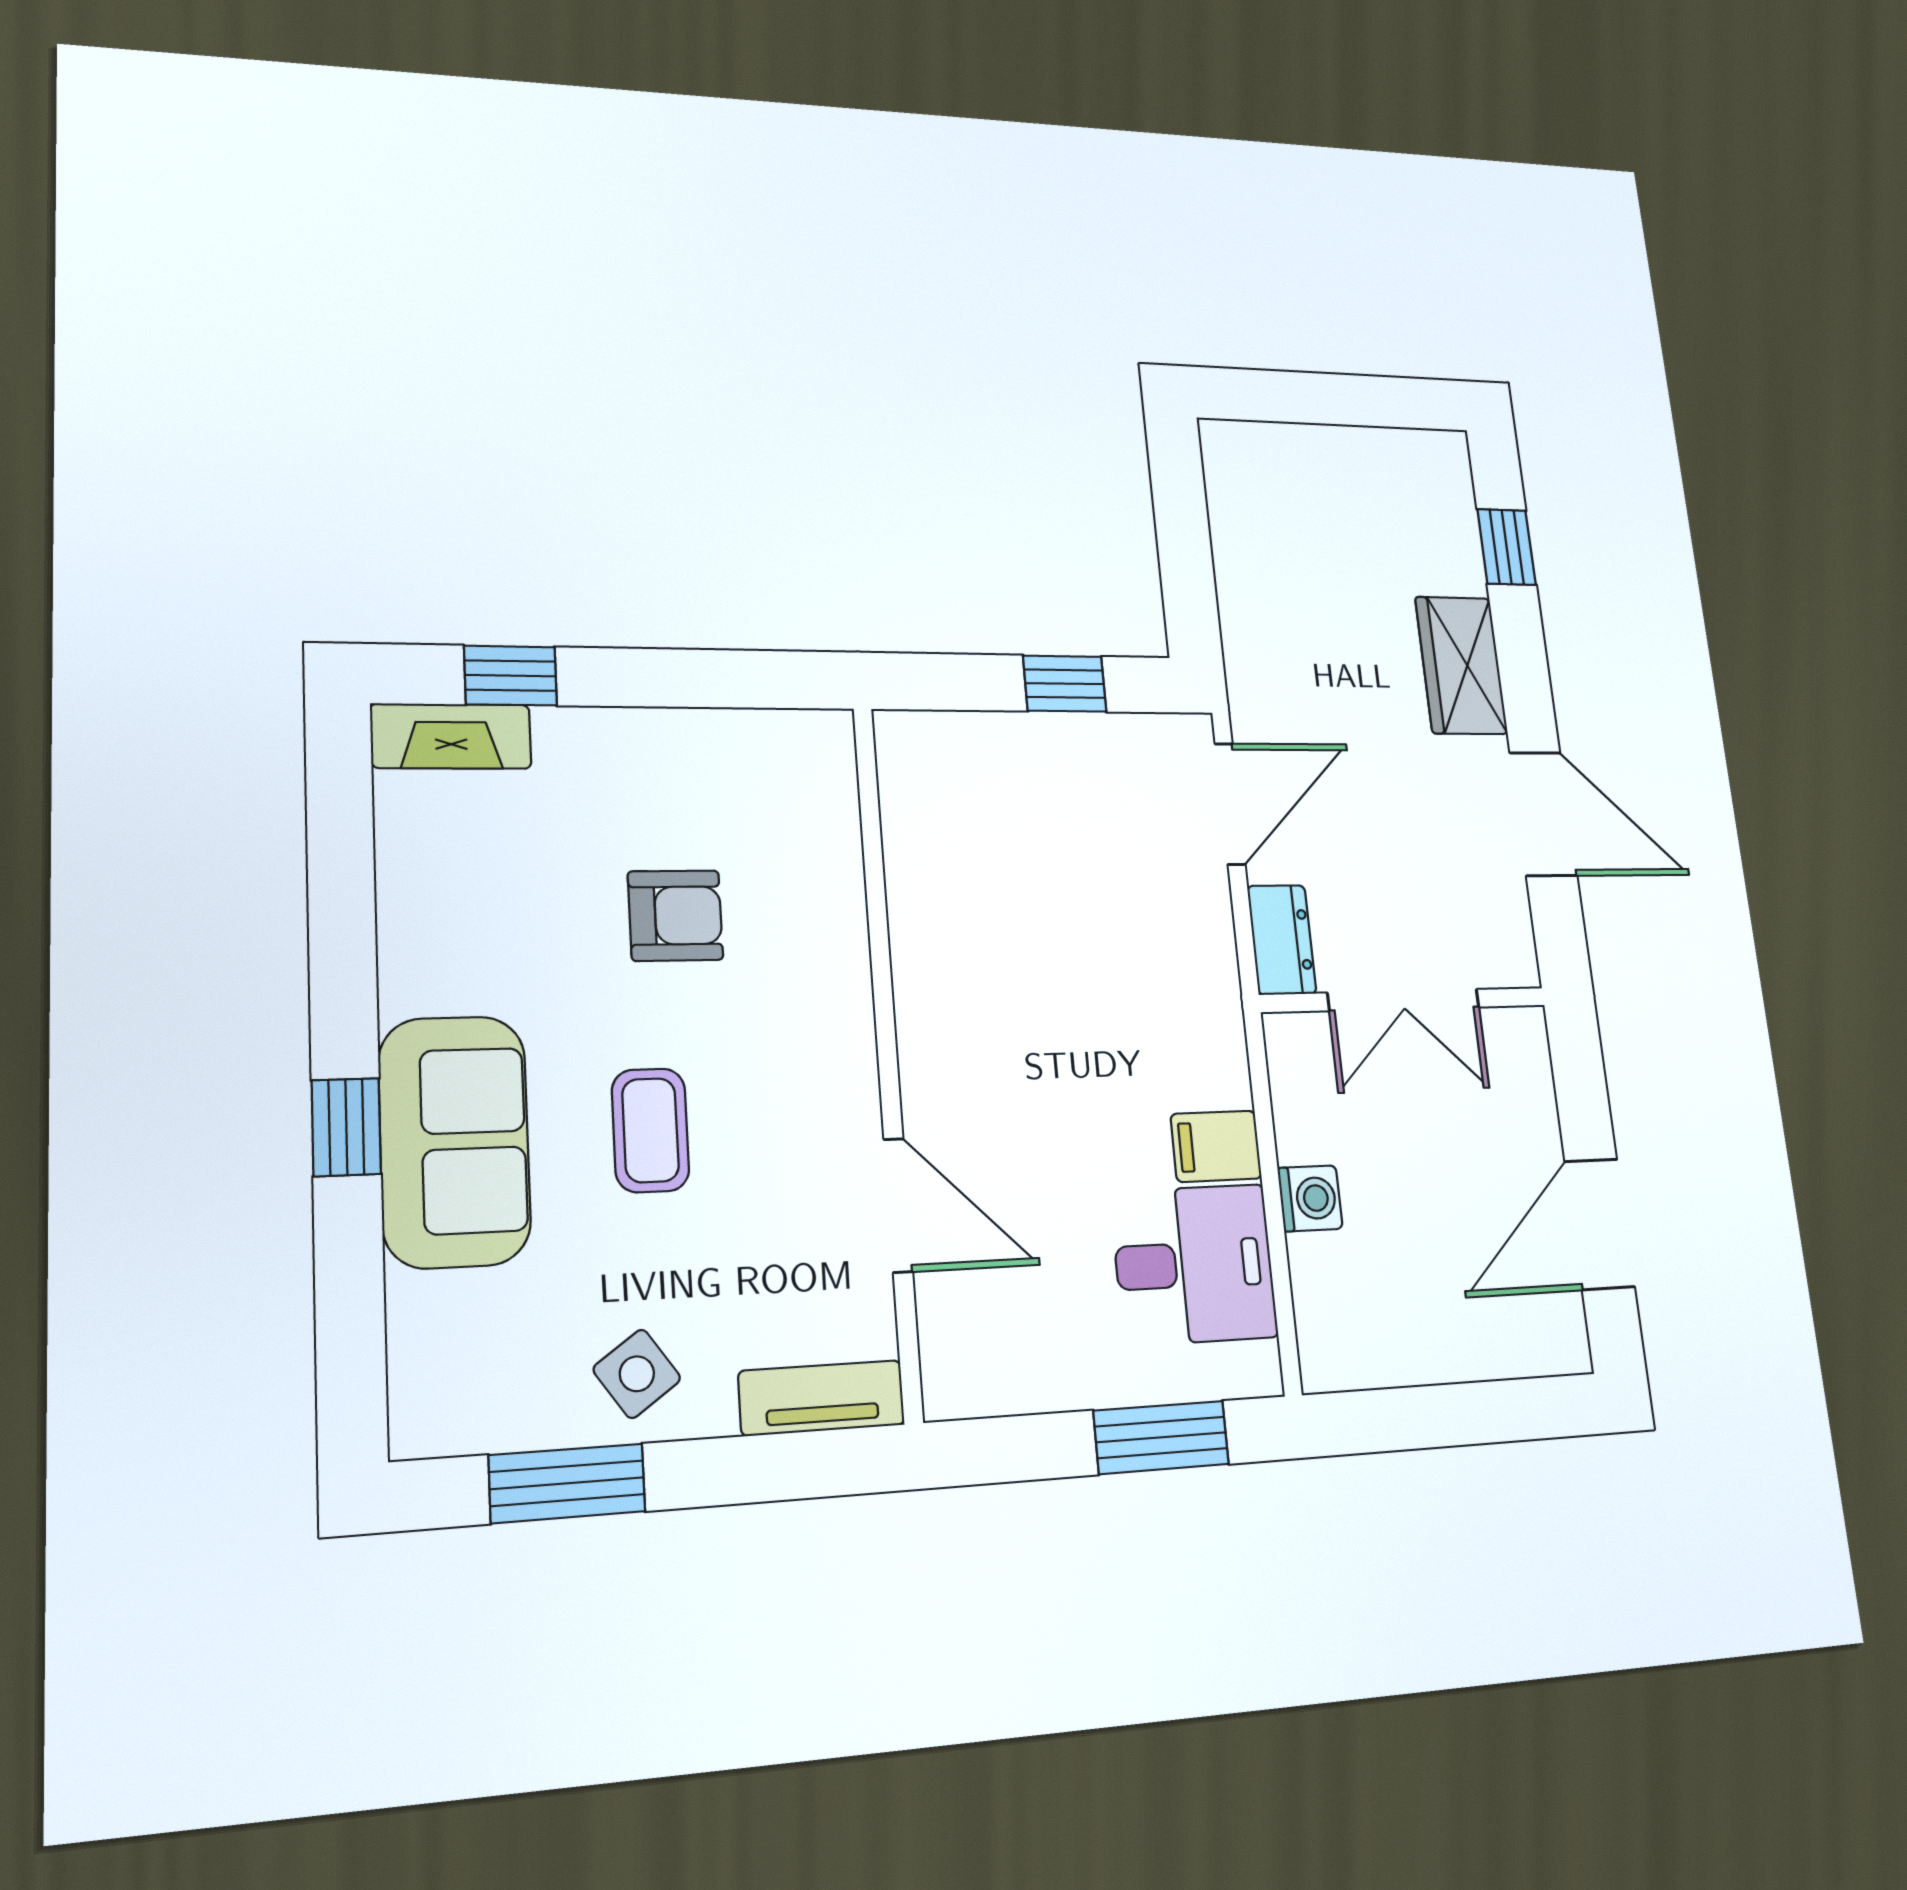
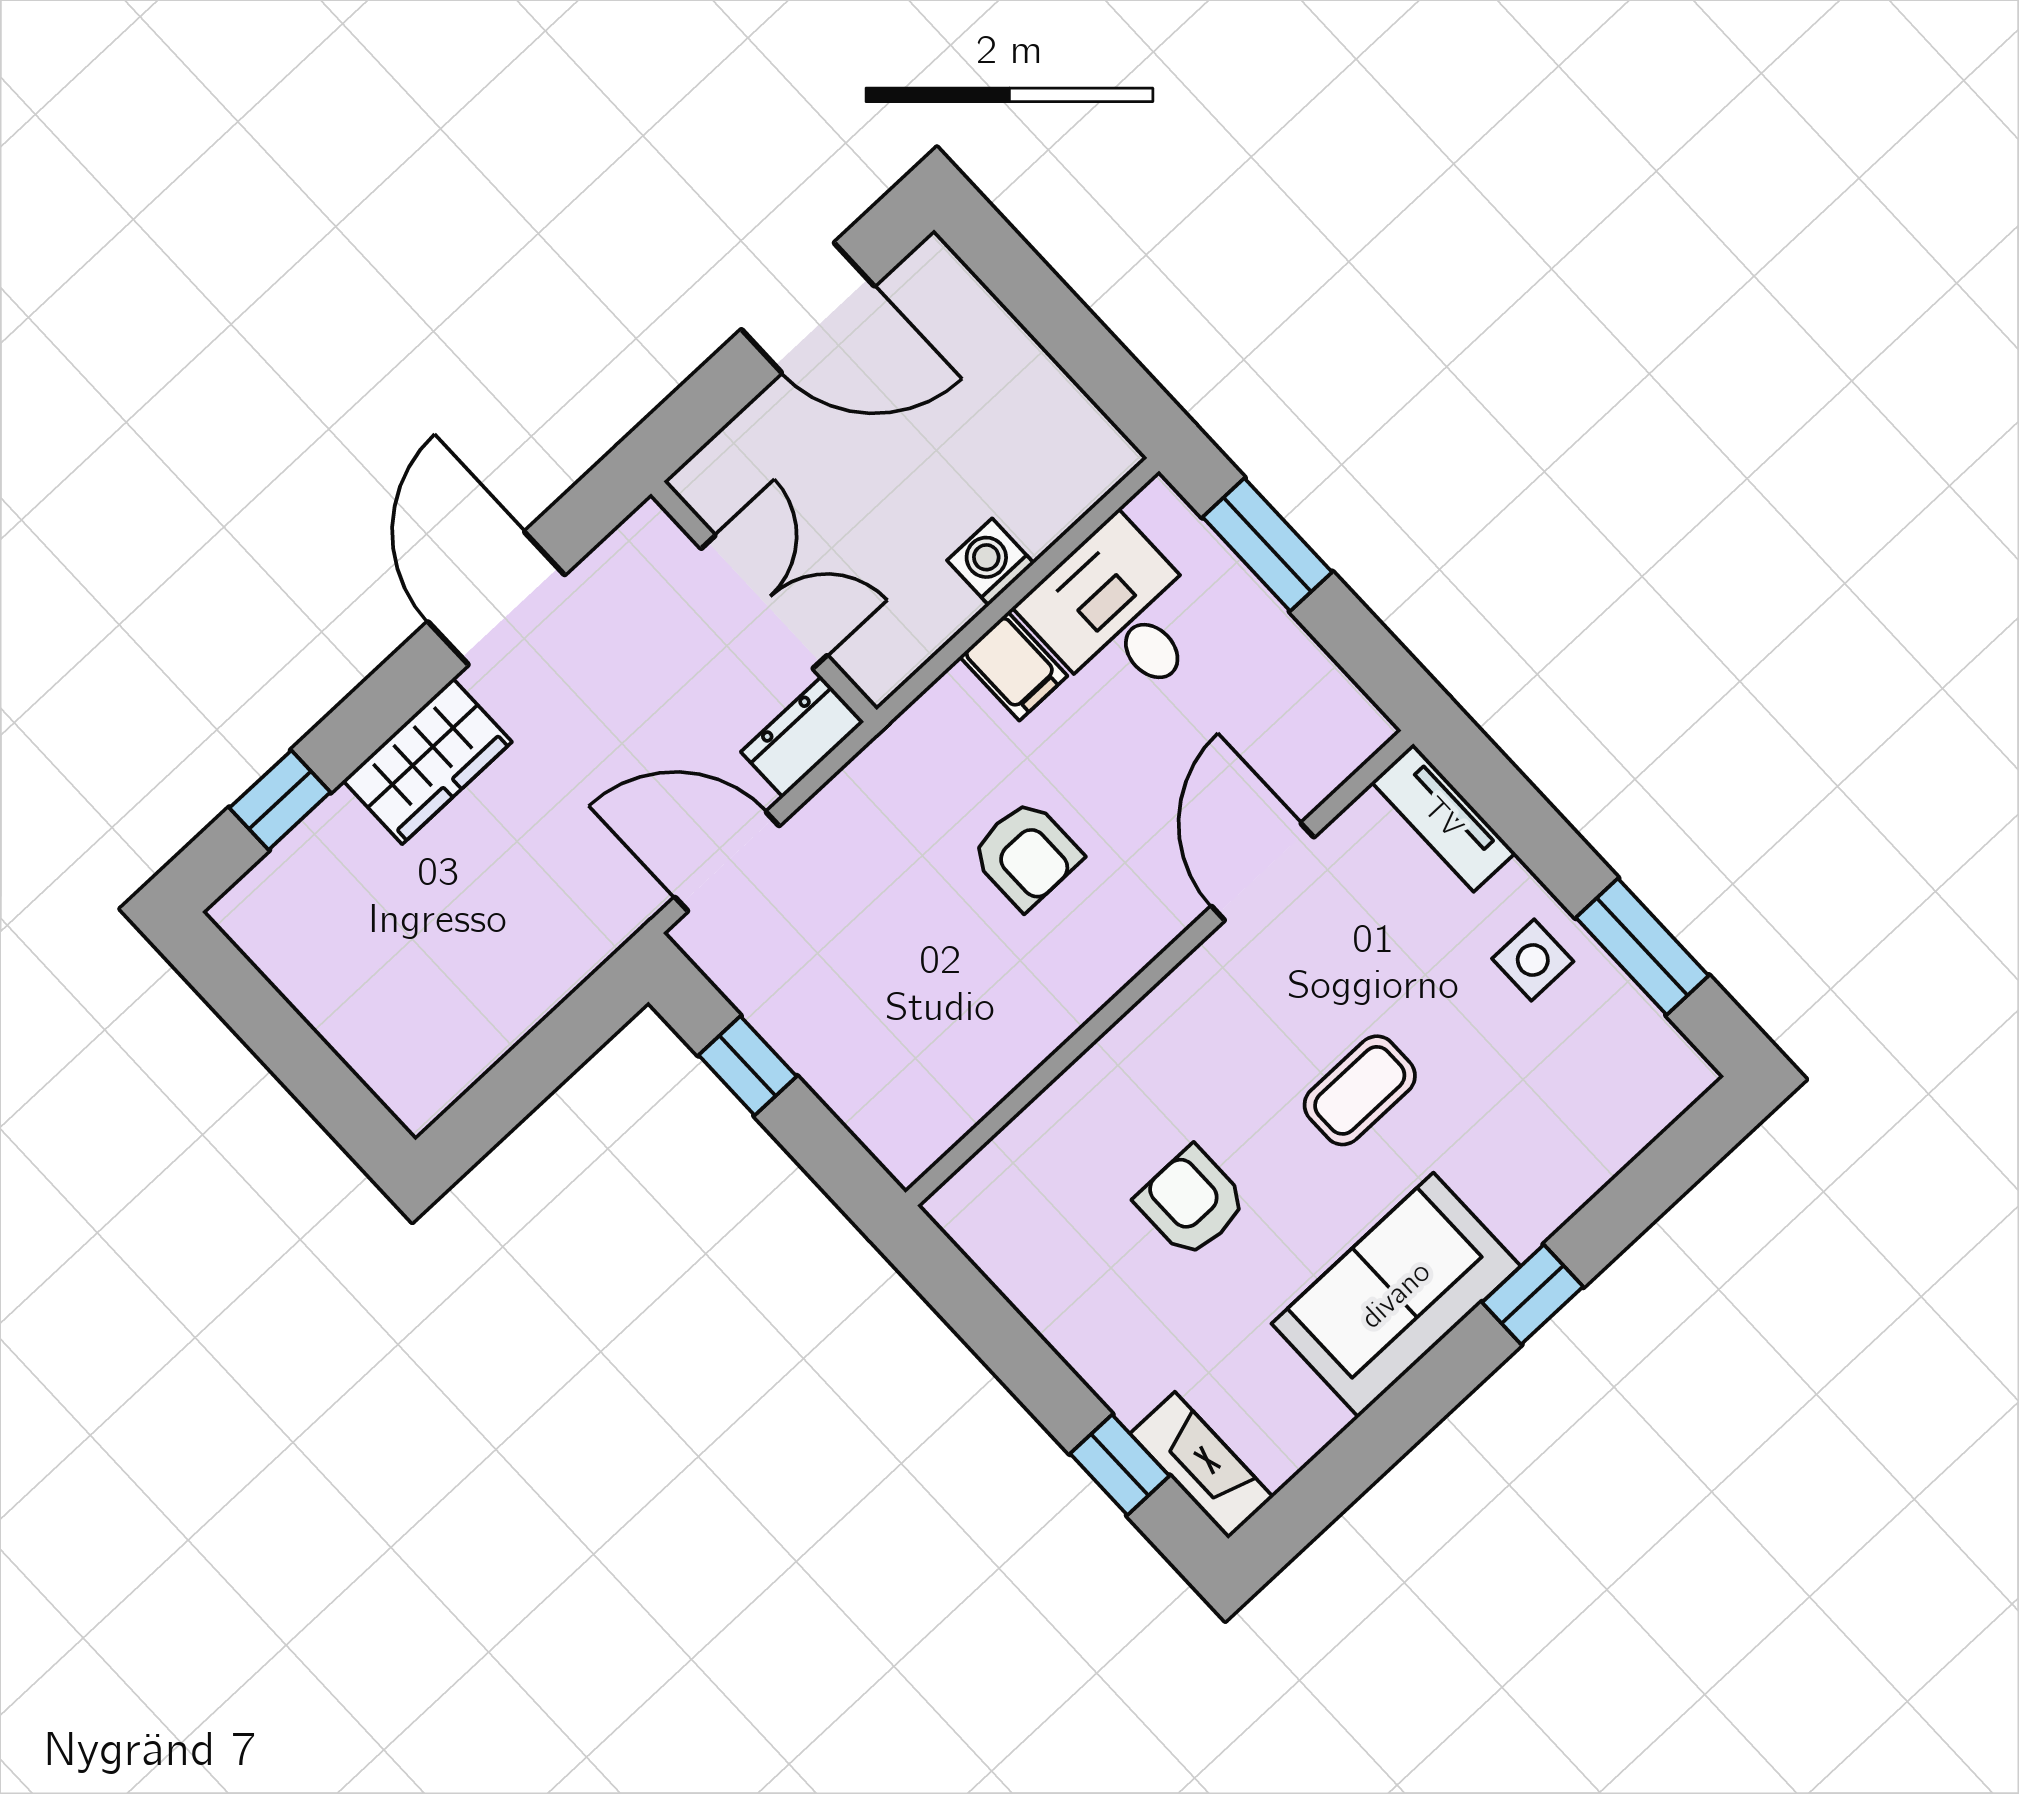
armchair: (1061, 1028) -> (1026, 855), added
sofa: (455, 1141) -> (1396, 1295), moved
side table: (637, 1374) -> (1533, 960), turned 35

